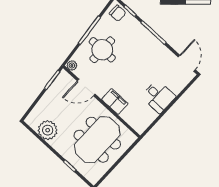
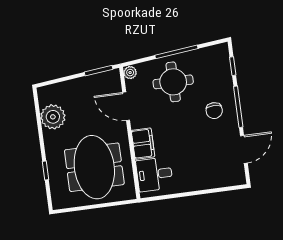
chair: (118, 13) -> (214, 111), moved
door: (187, 63) -> (244, 149), moved
desk: (158, 96) -> (154, 174), moved, turned 90
meeting table: (97, 140) -> (94, 167), turned 90

